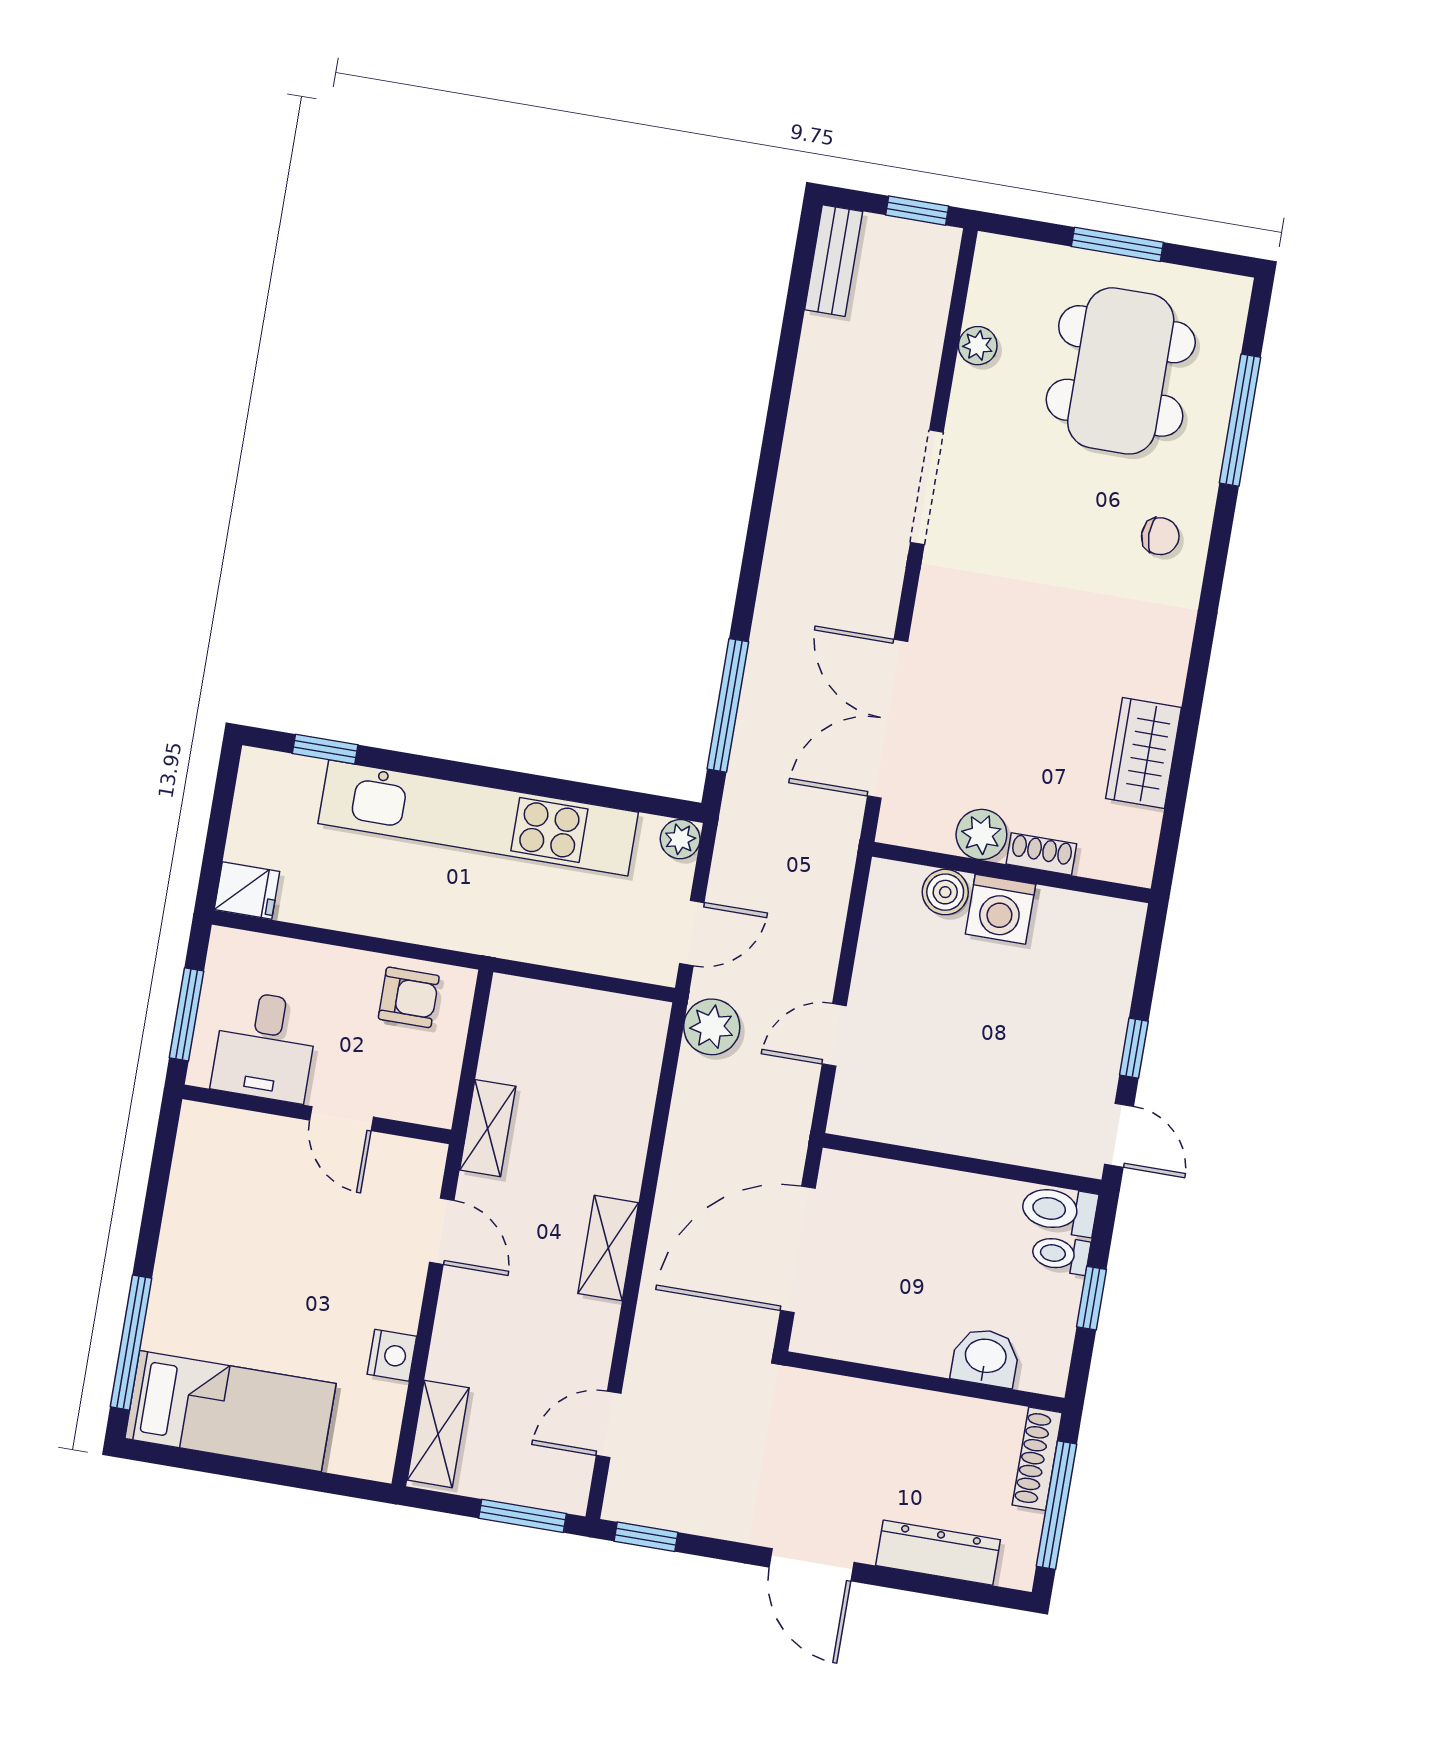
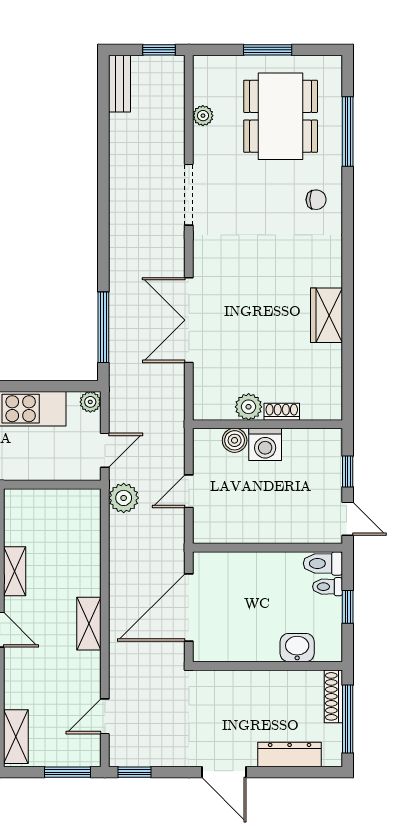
plant: (981, 834) -> (249, 407), moved
shoe rack: (1041, 854) -> (282, 412), moved
wall: (1011, 873) -> (268, 424), moved
boiler: (945, 892) -> (235, 440), moved
washing machine: (1000, 909) -> (265, 444), moved

